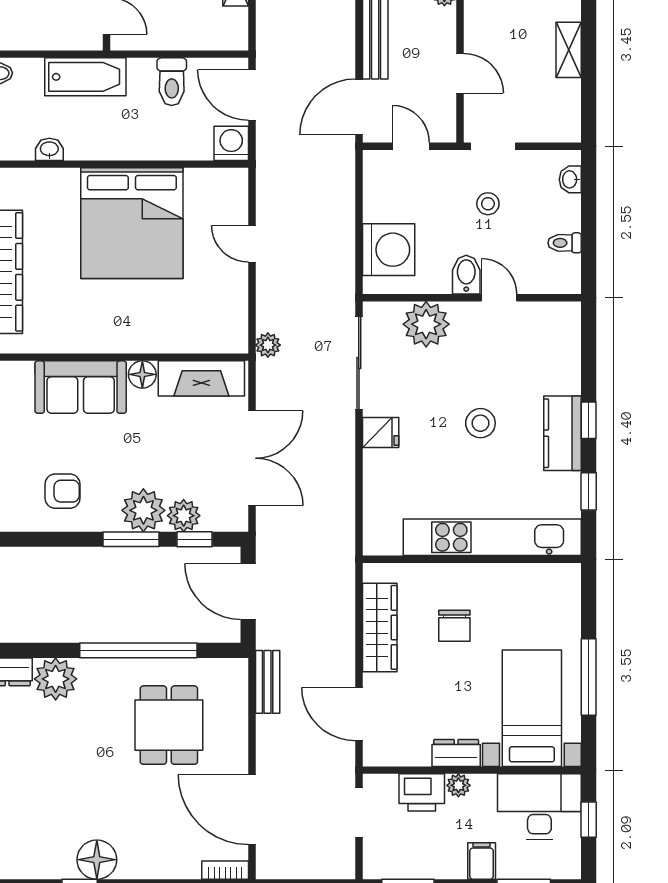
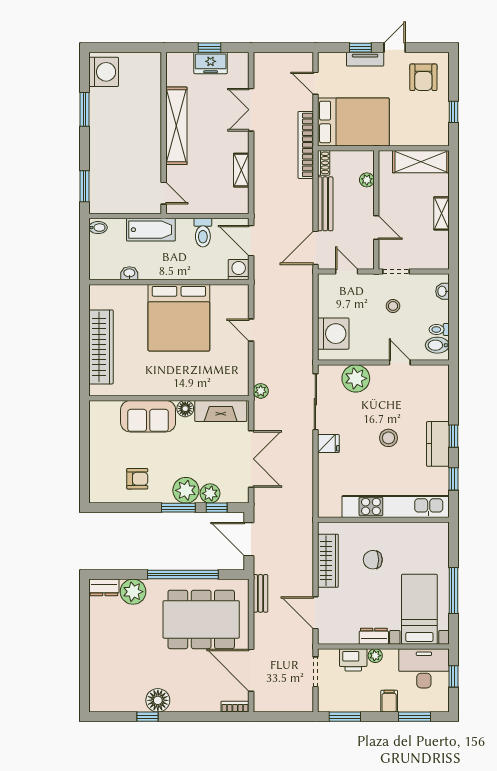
bidet: (466, 275) -> (437, 345), moved, turned -90
chair: (454, 626) -> (373, 560), turned 90
dining table: (169, 725) -> (201, 619), width x1.88, depth x1.24

